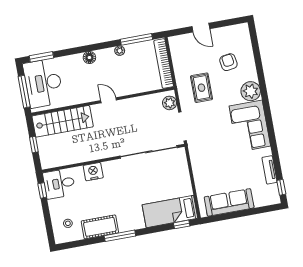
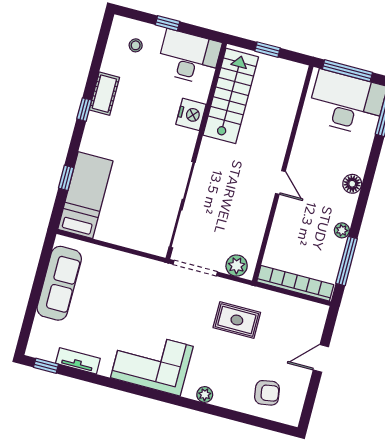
armchair: (228, 62) -> (267, 393), moved
plant: (251, 91) -> (205, 395), width x0.53, depth x0.53
door: (109, 100) -> (280, 183), hinge flipped
stairs: (63, 121) -> (231, 96), moved, turned 180
desk: (59, 184) -> (189, 57), width x1.37
window: (42, 190) -> (167, 23), moved
window: (182, 224) -> (66, 178), moved
cot: (100, 227) -> (104, 94), width x0.73, depth x0.75
window: (120, 236) -> (84, 110), width x0.46

